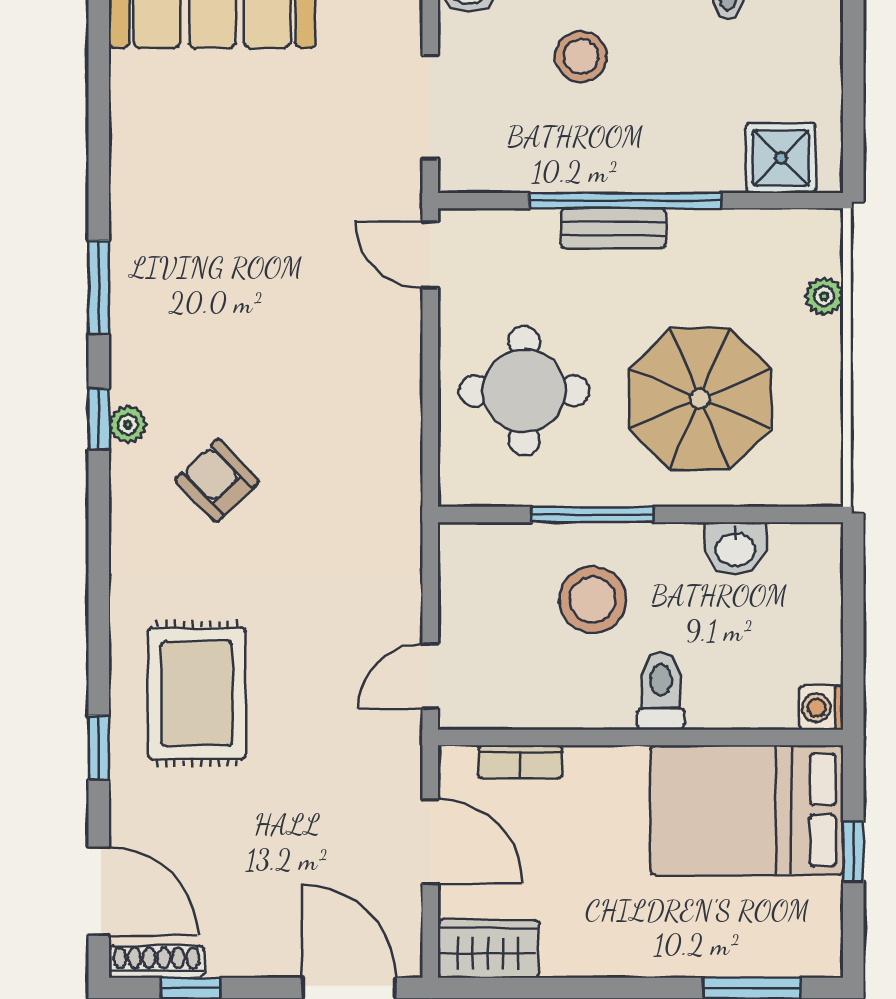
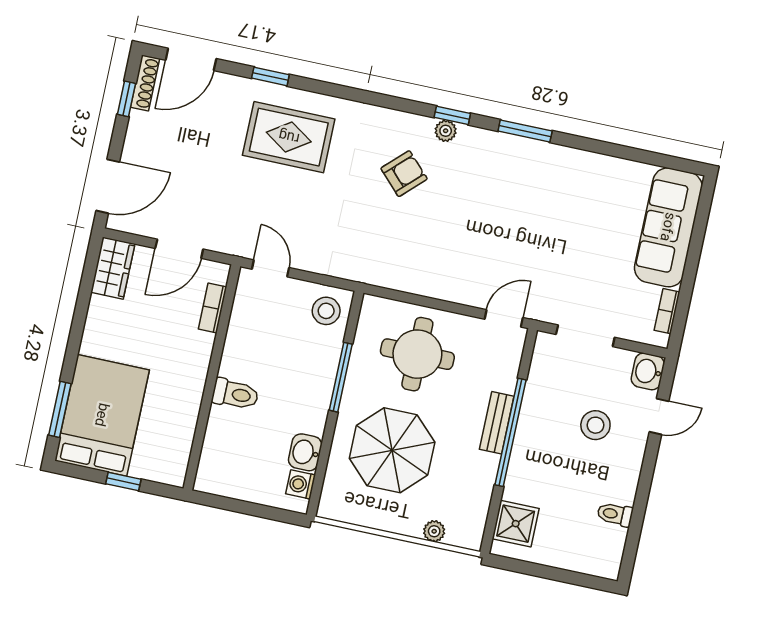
stool: (592, 600) -> (326, 311), moved, width x0.73, depth x0.73
washing machine: (821, 708) -> (301, 484), moved, turned -90
bed: (747, 810) -> (102, 415), moved

